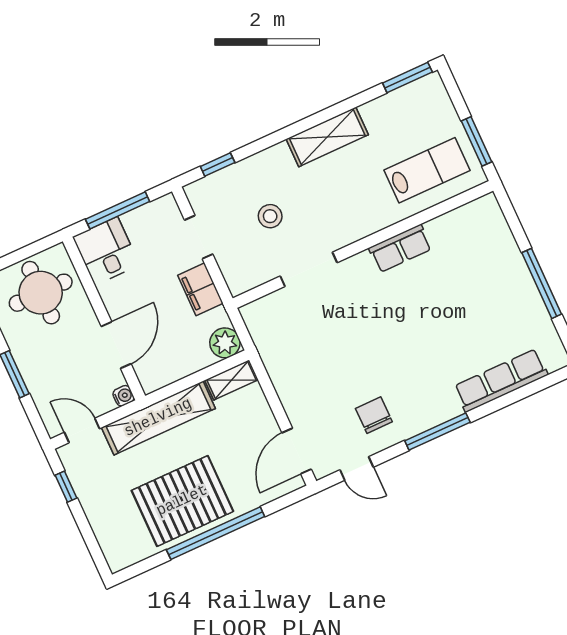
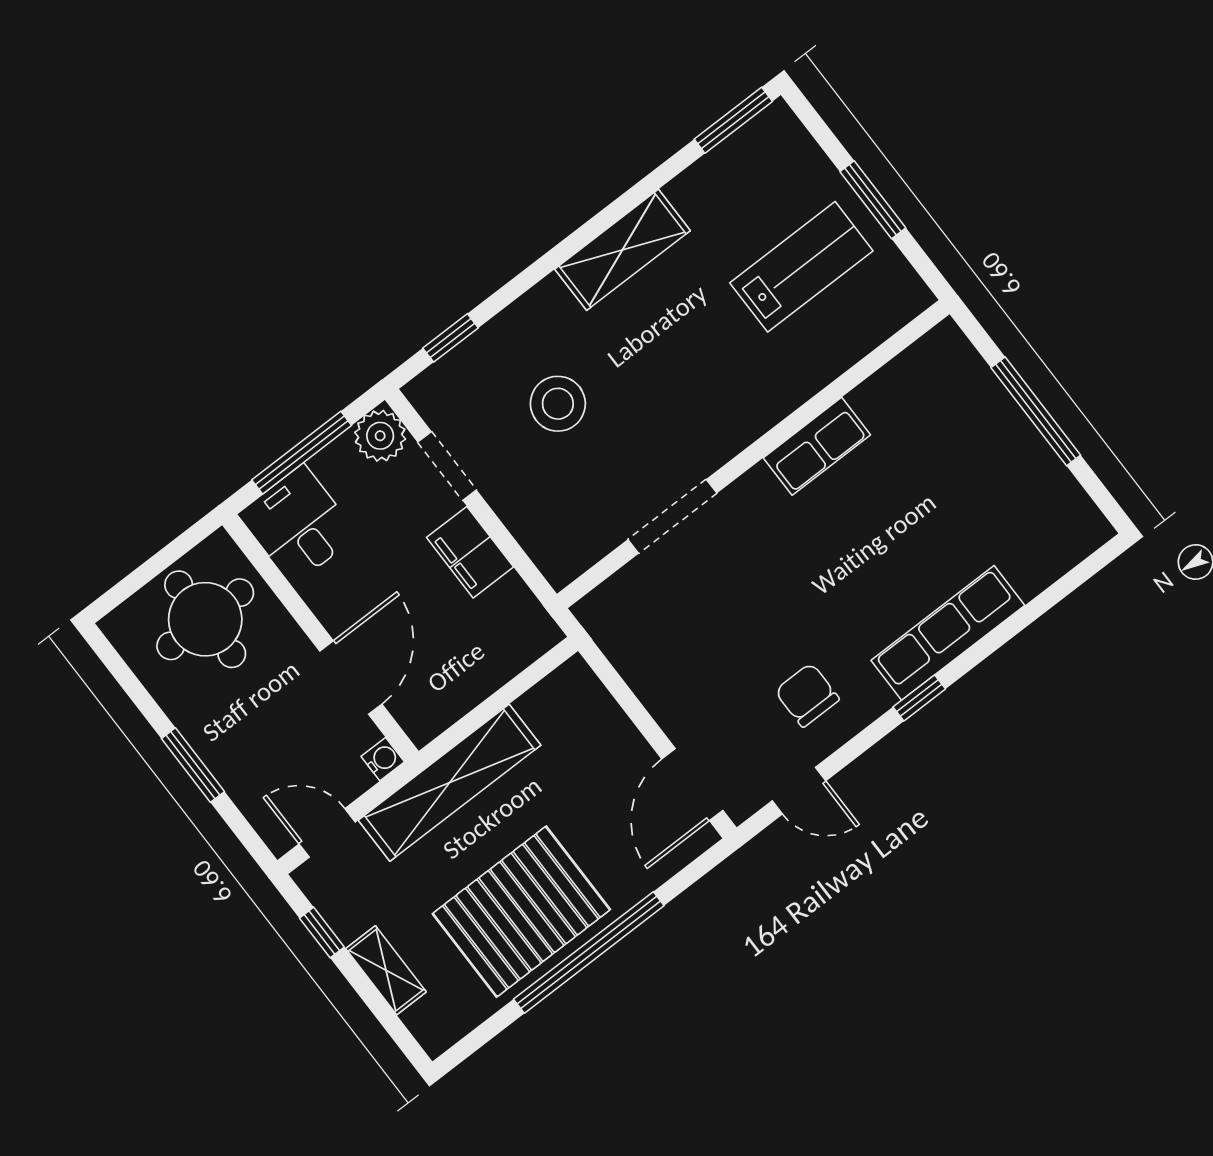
stool: (270, 216) -> (558, 404), width x1.38, depth x1.38
wall: (363, 244) -> (753, 454), moved
row of seats: (400, 248) -> (817, 446), moved
doorway: (309, 269) -> (672, 516), moved
plant: (225, 343) -> (380, 436), moved
shelving: (231, 380) -> (386, 970), moved, turned 90
row of seats: (501, 381) -> (948, 633), moved
window: (437, 432) -> (919, 698), width x0.46

